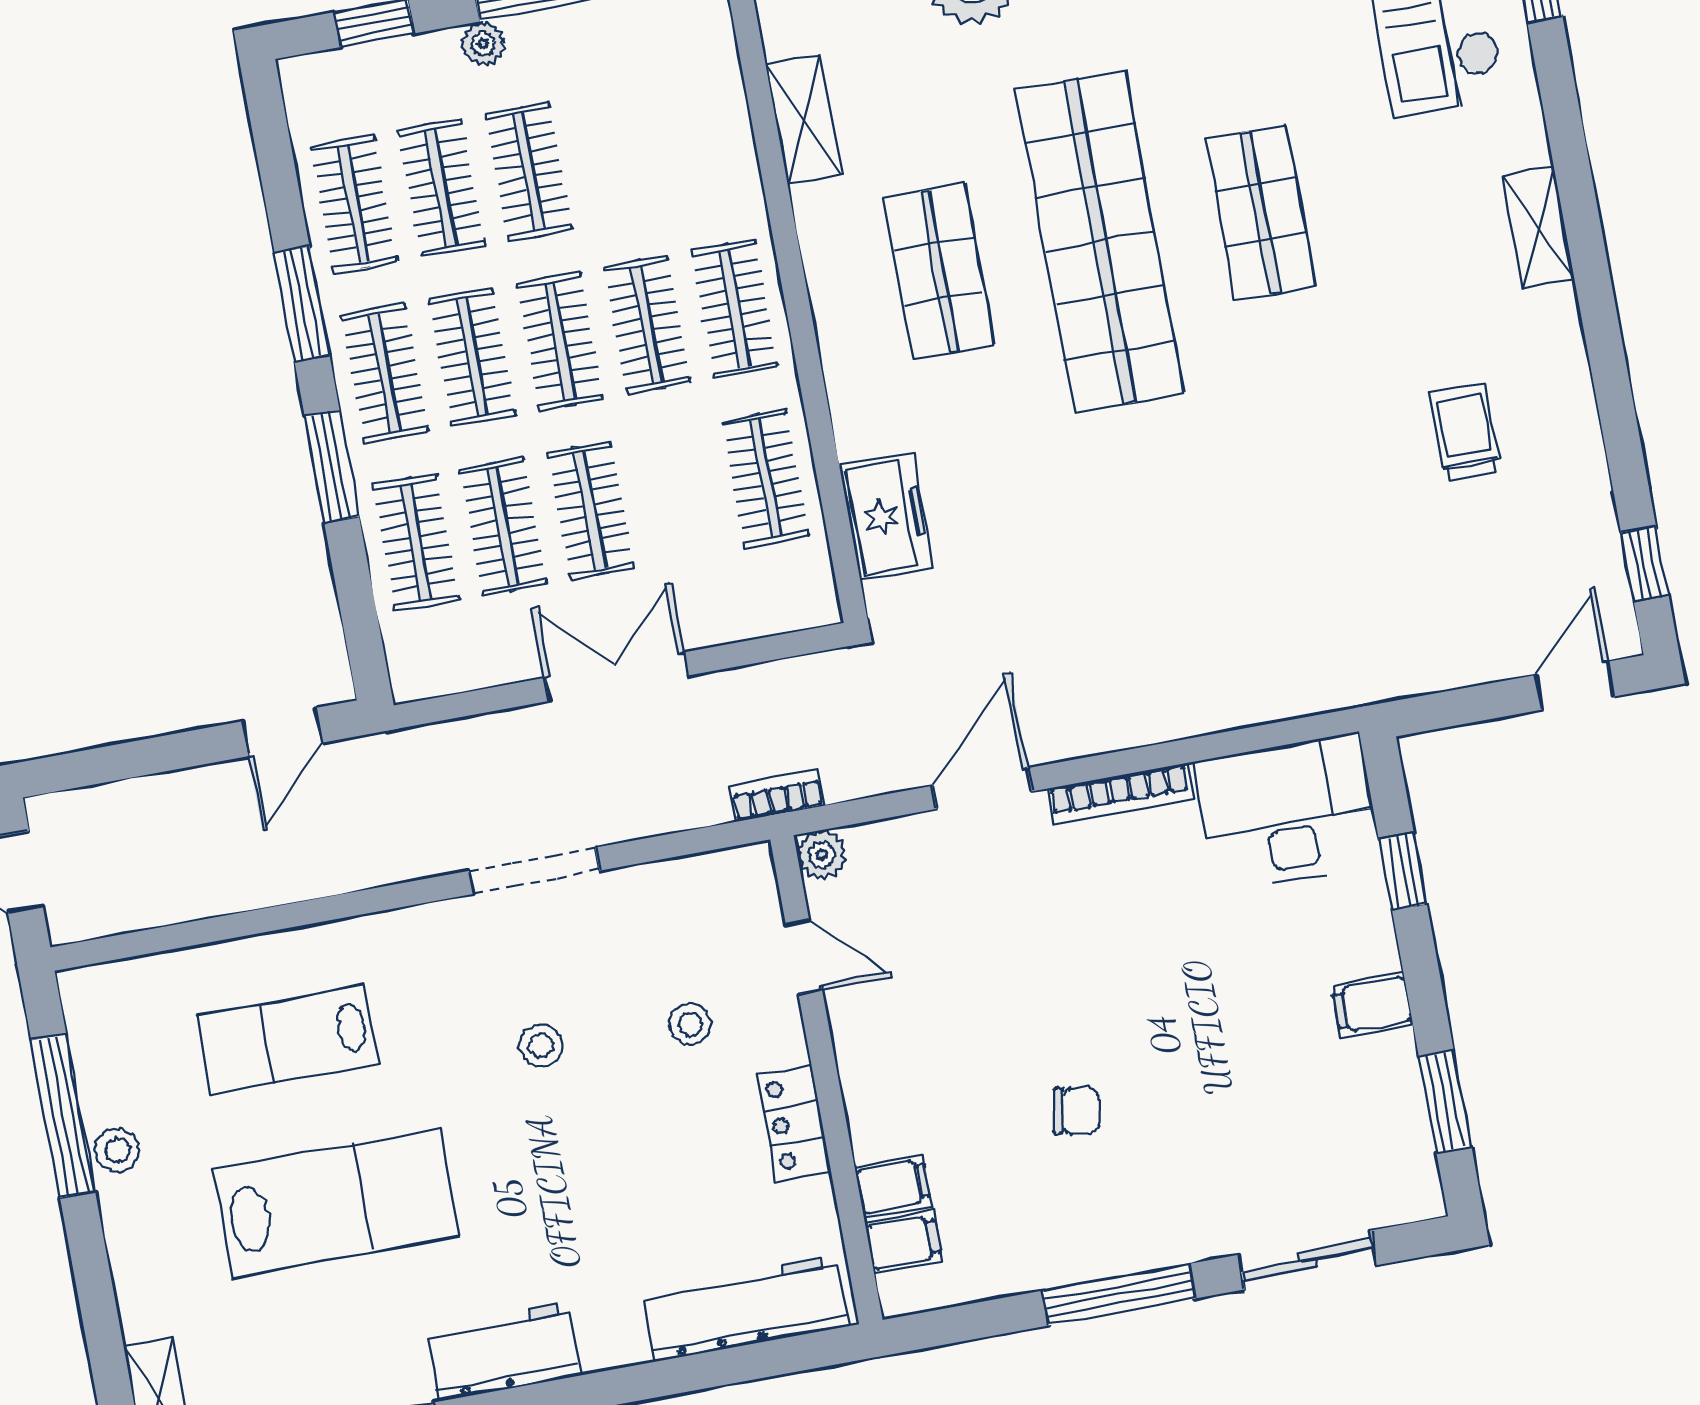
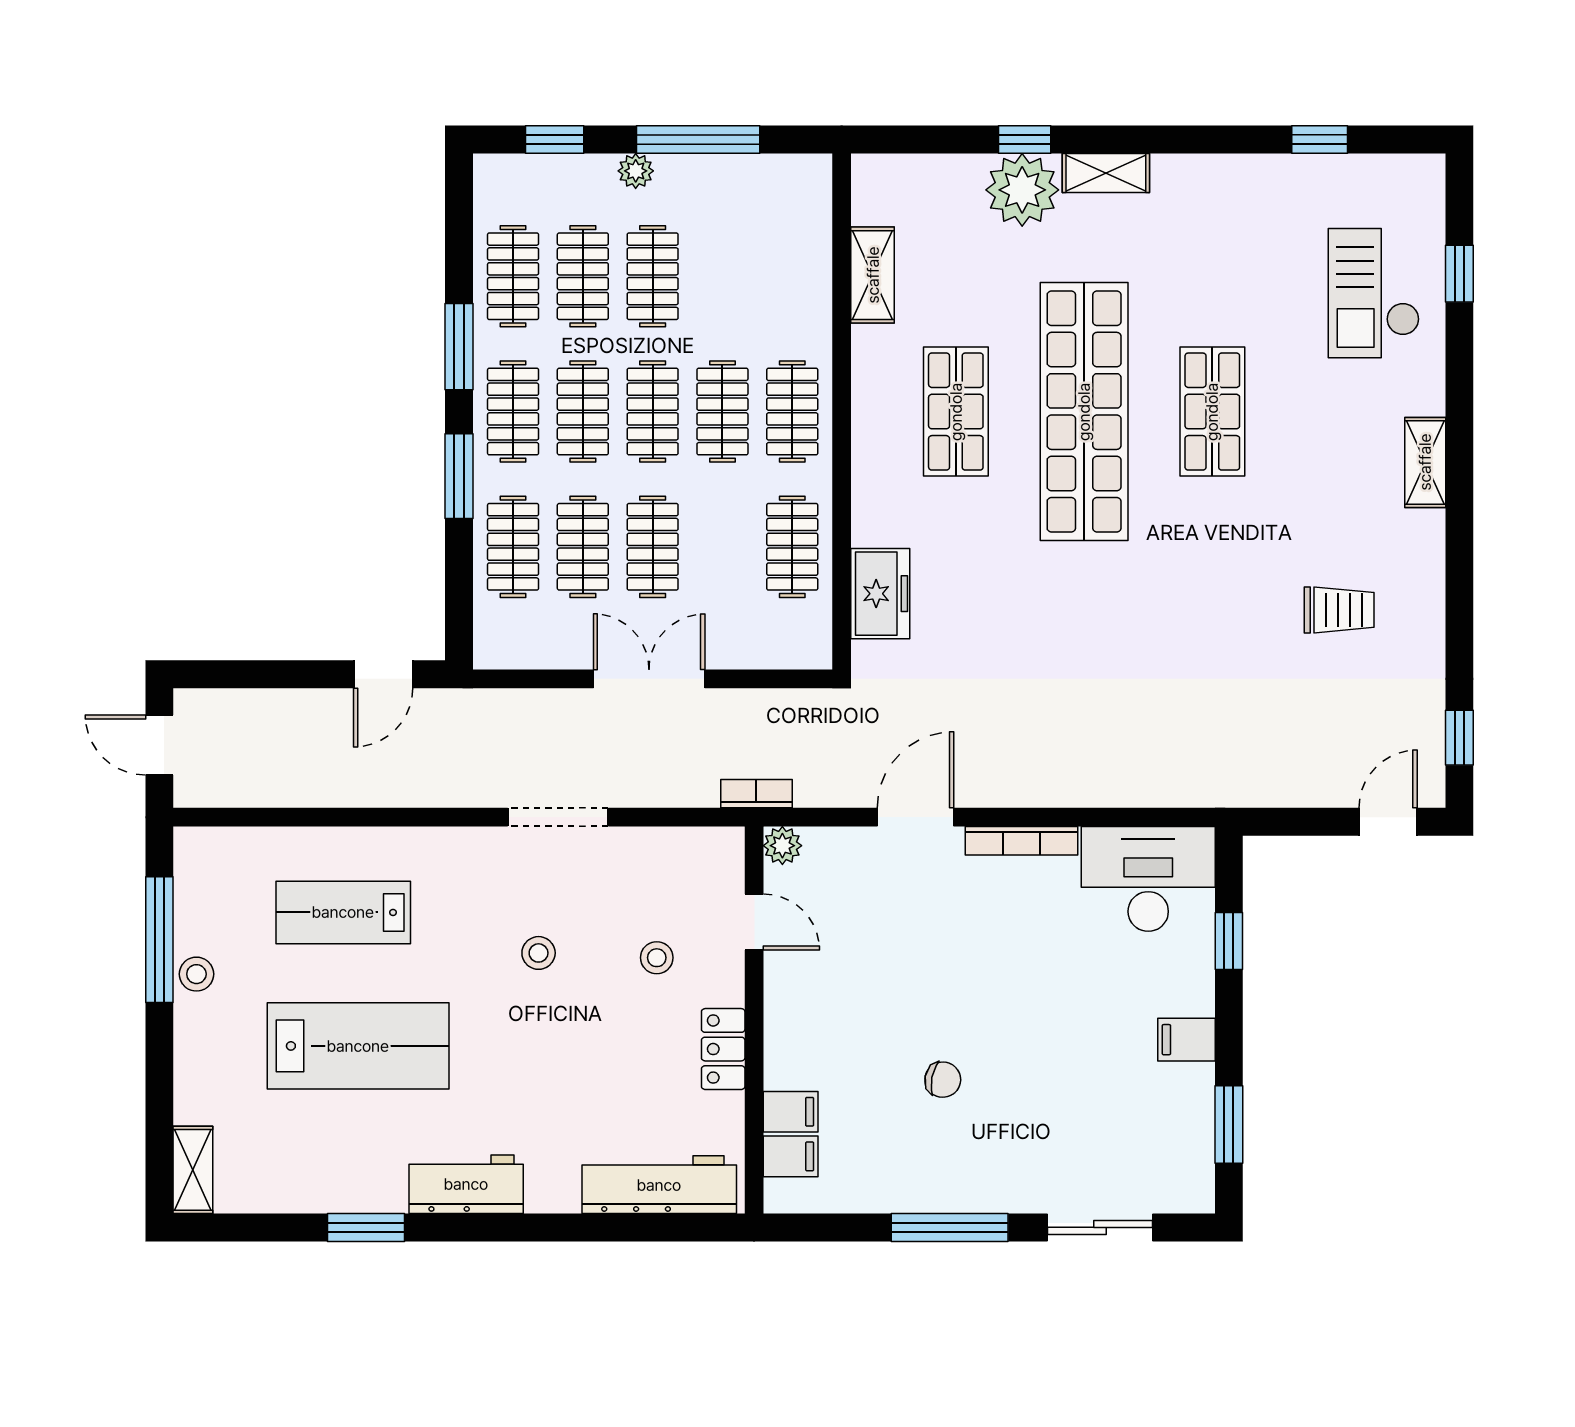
trolley: (1465, 432) -> (1339, 610), turned 90

